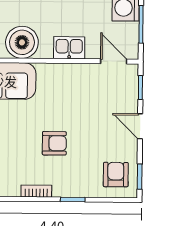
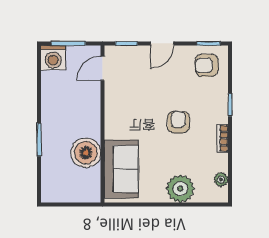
kitchen sink: (69, 48) -> (90, 109), removed

